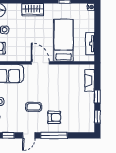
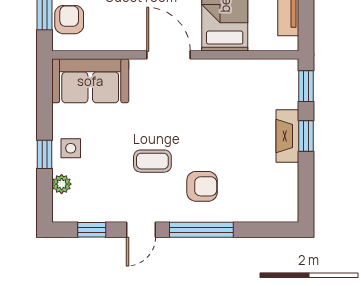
fireplace: (90, 81) -> (287, 136), moved
window: (97, 117) -> (306, 86), moved

